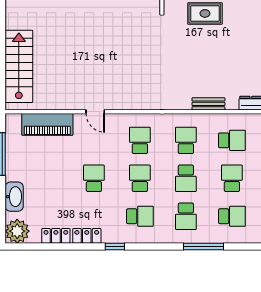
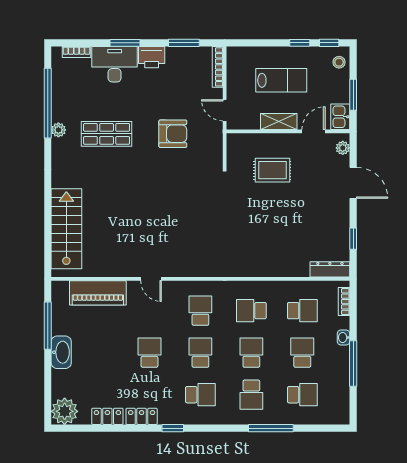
bench: (208, 104) -> (276, 270), removed
school desk: (186, 140) -> (251, 311), turned -90
school desk: (186, 178) -> (251, 353), turned 180
washbasin: (14, 197) -> (61, 352), moved

